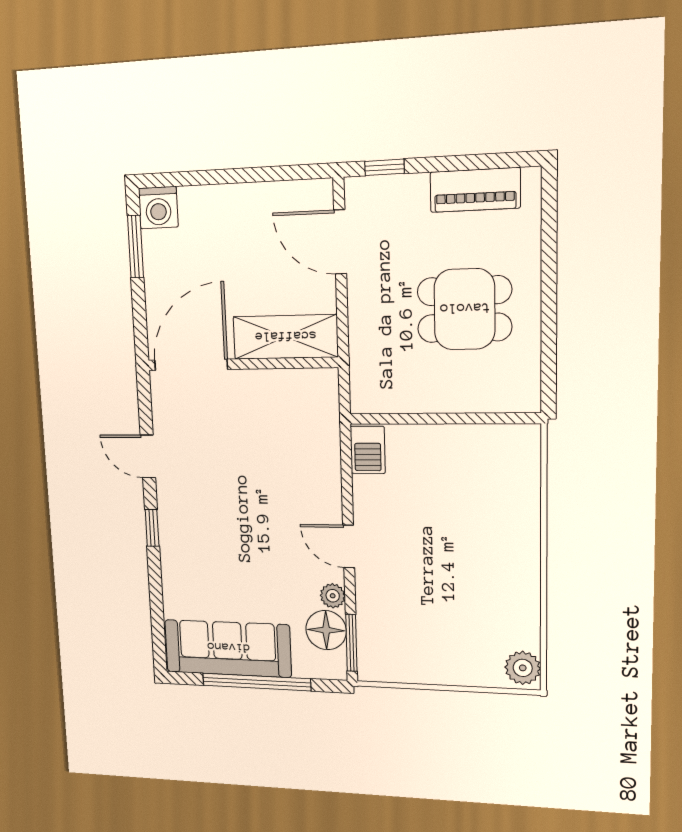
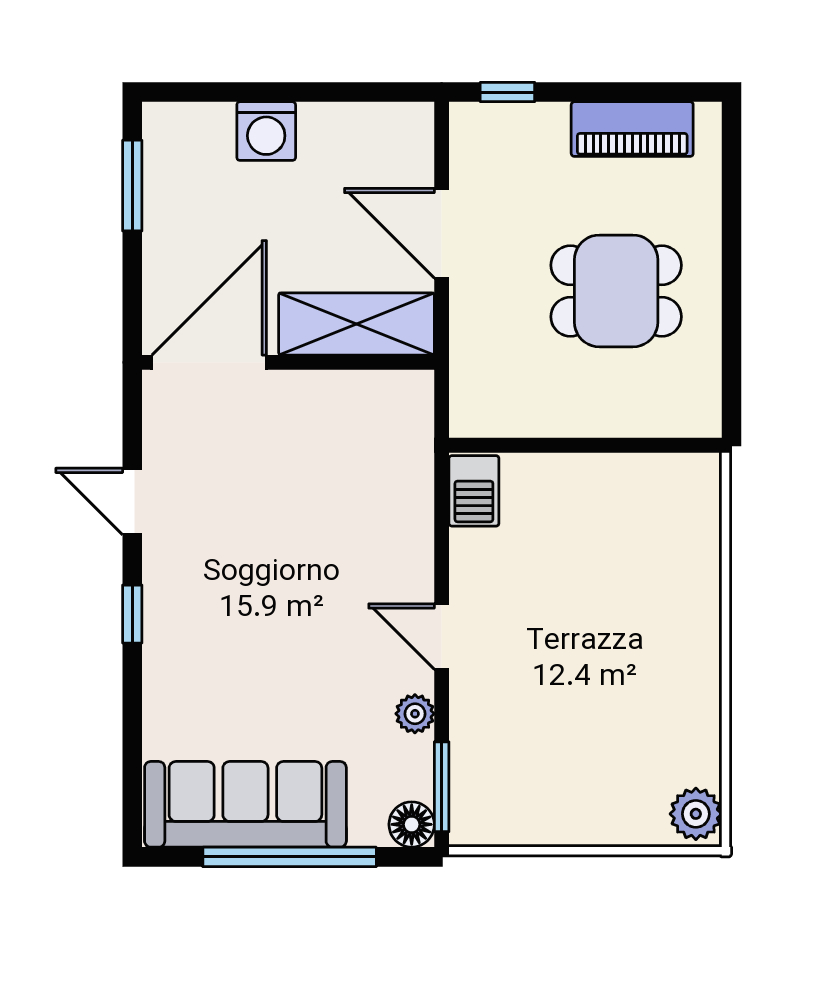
washing machine: (158, 208) -> (266, 131), moved
door: (340, 242) -> (442, 233), moved
floor lamp: (326, 630) -> (412, 824), moved, width x0.73, depth x0.73

